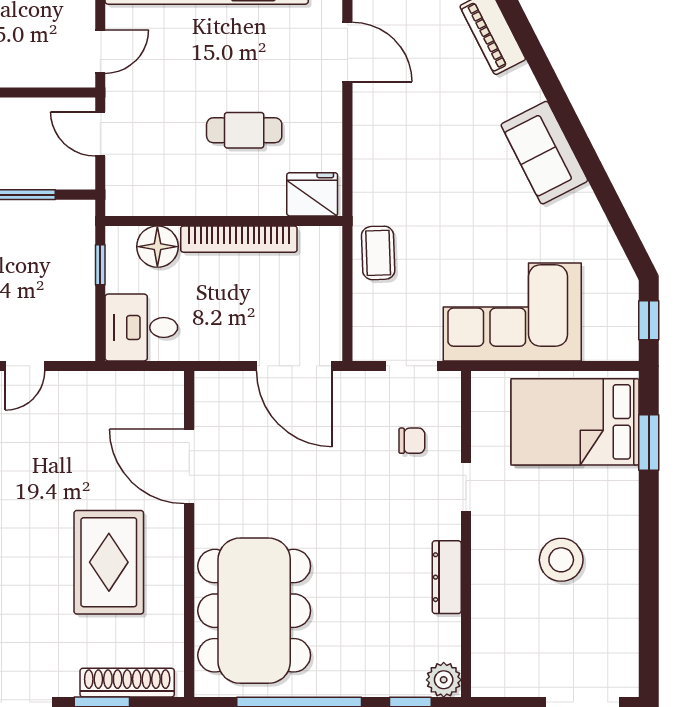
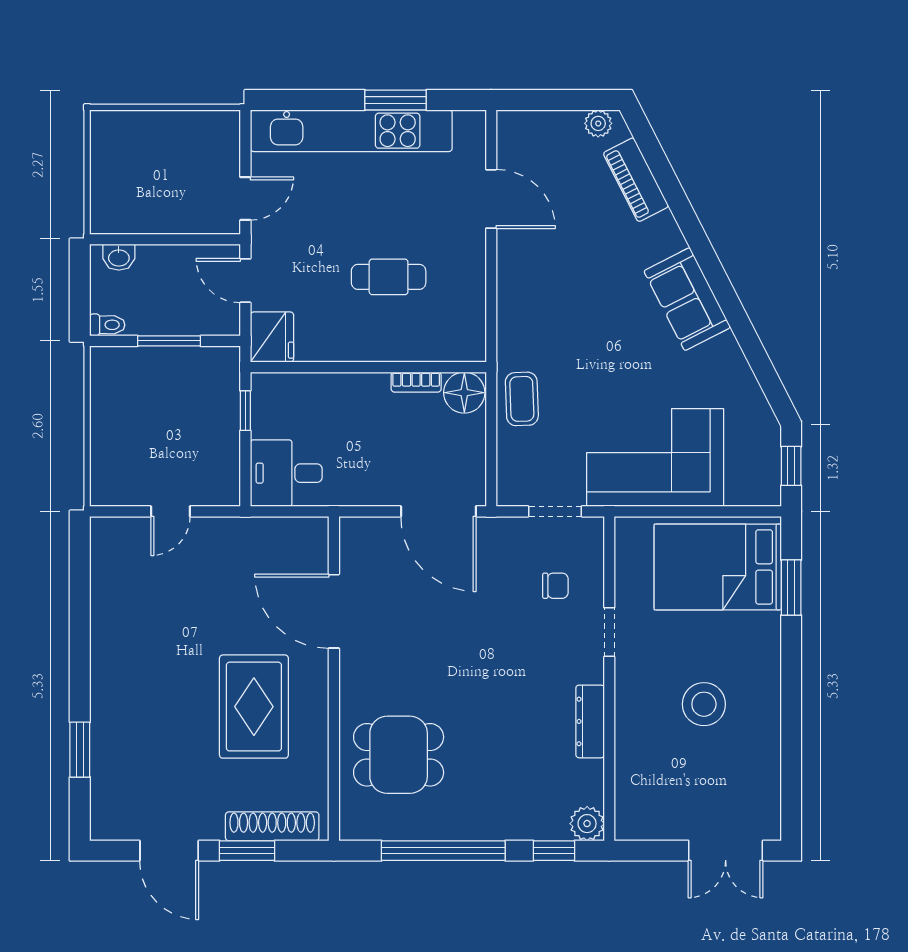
fridge: (312, 194) -> (272, 337), moved, turned 90
bookcase: (239, 239) -> (416, 382), width x0.43, depth x0.76
floor lamp: (157, 247) -> (464, 393), moved
dining table: (254, 611) -> (399, 755), width x0.53, depth x0.80

